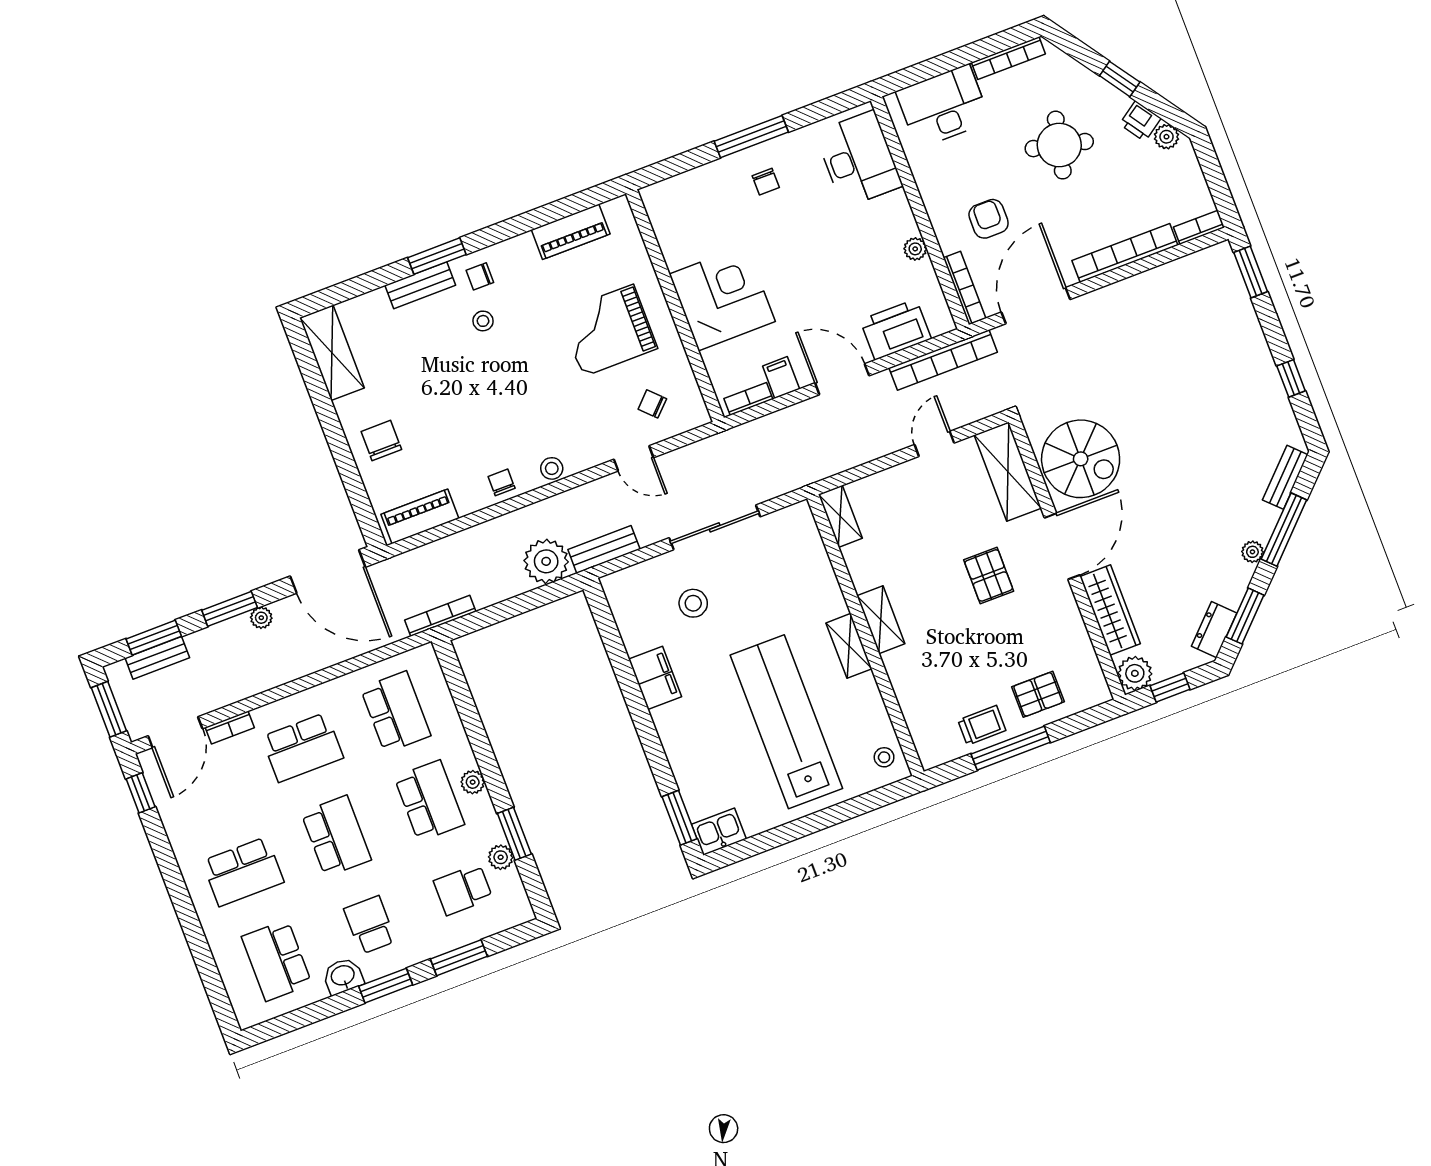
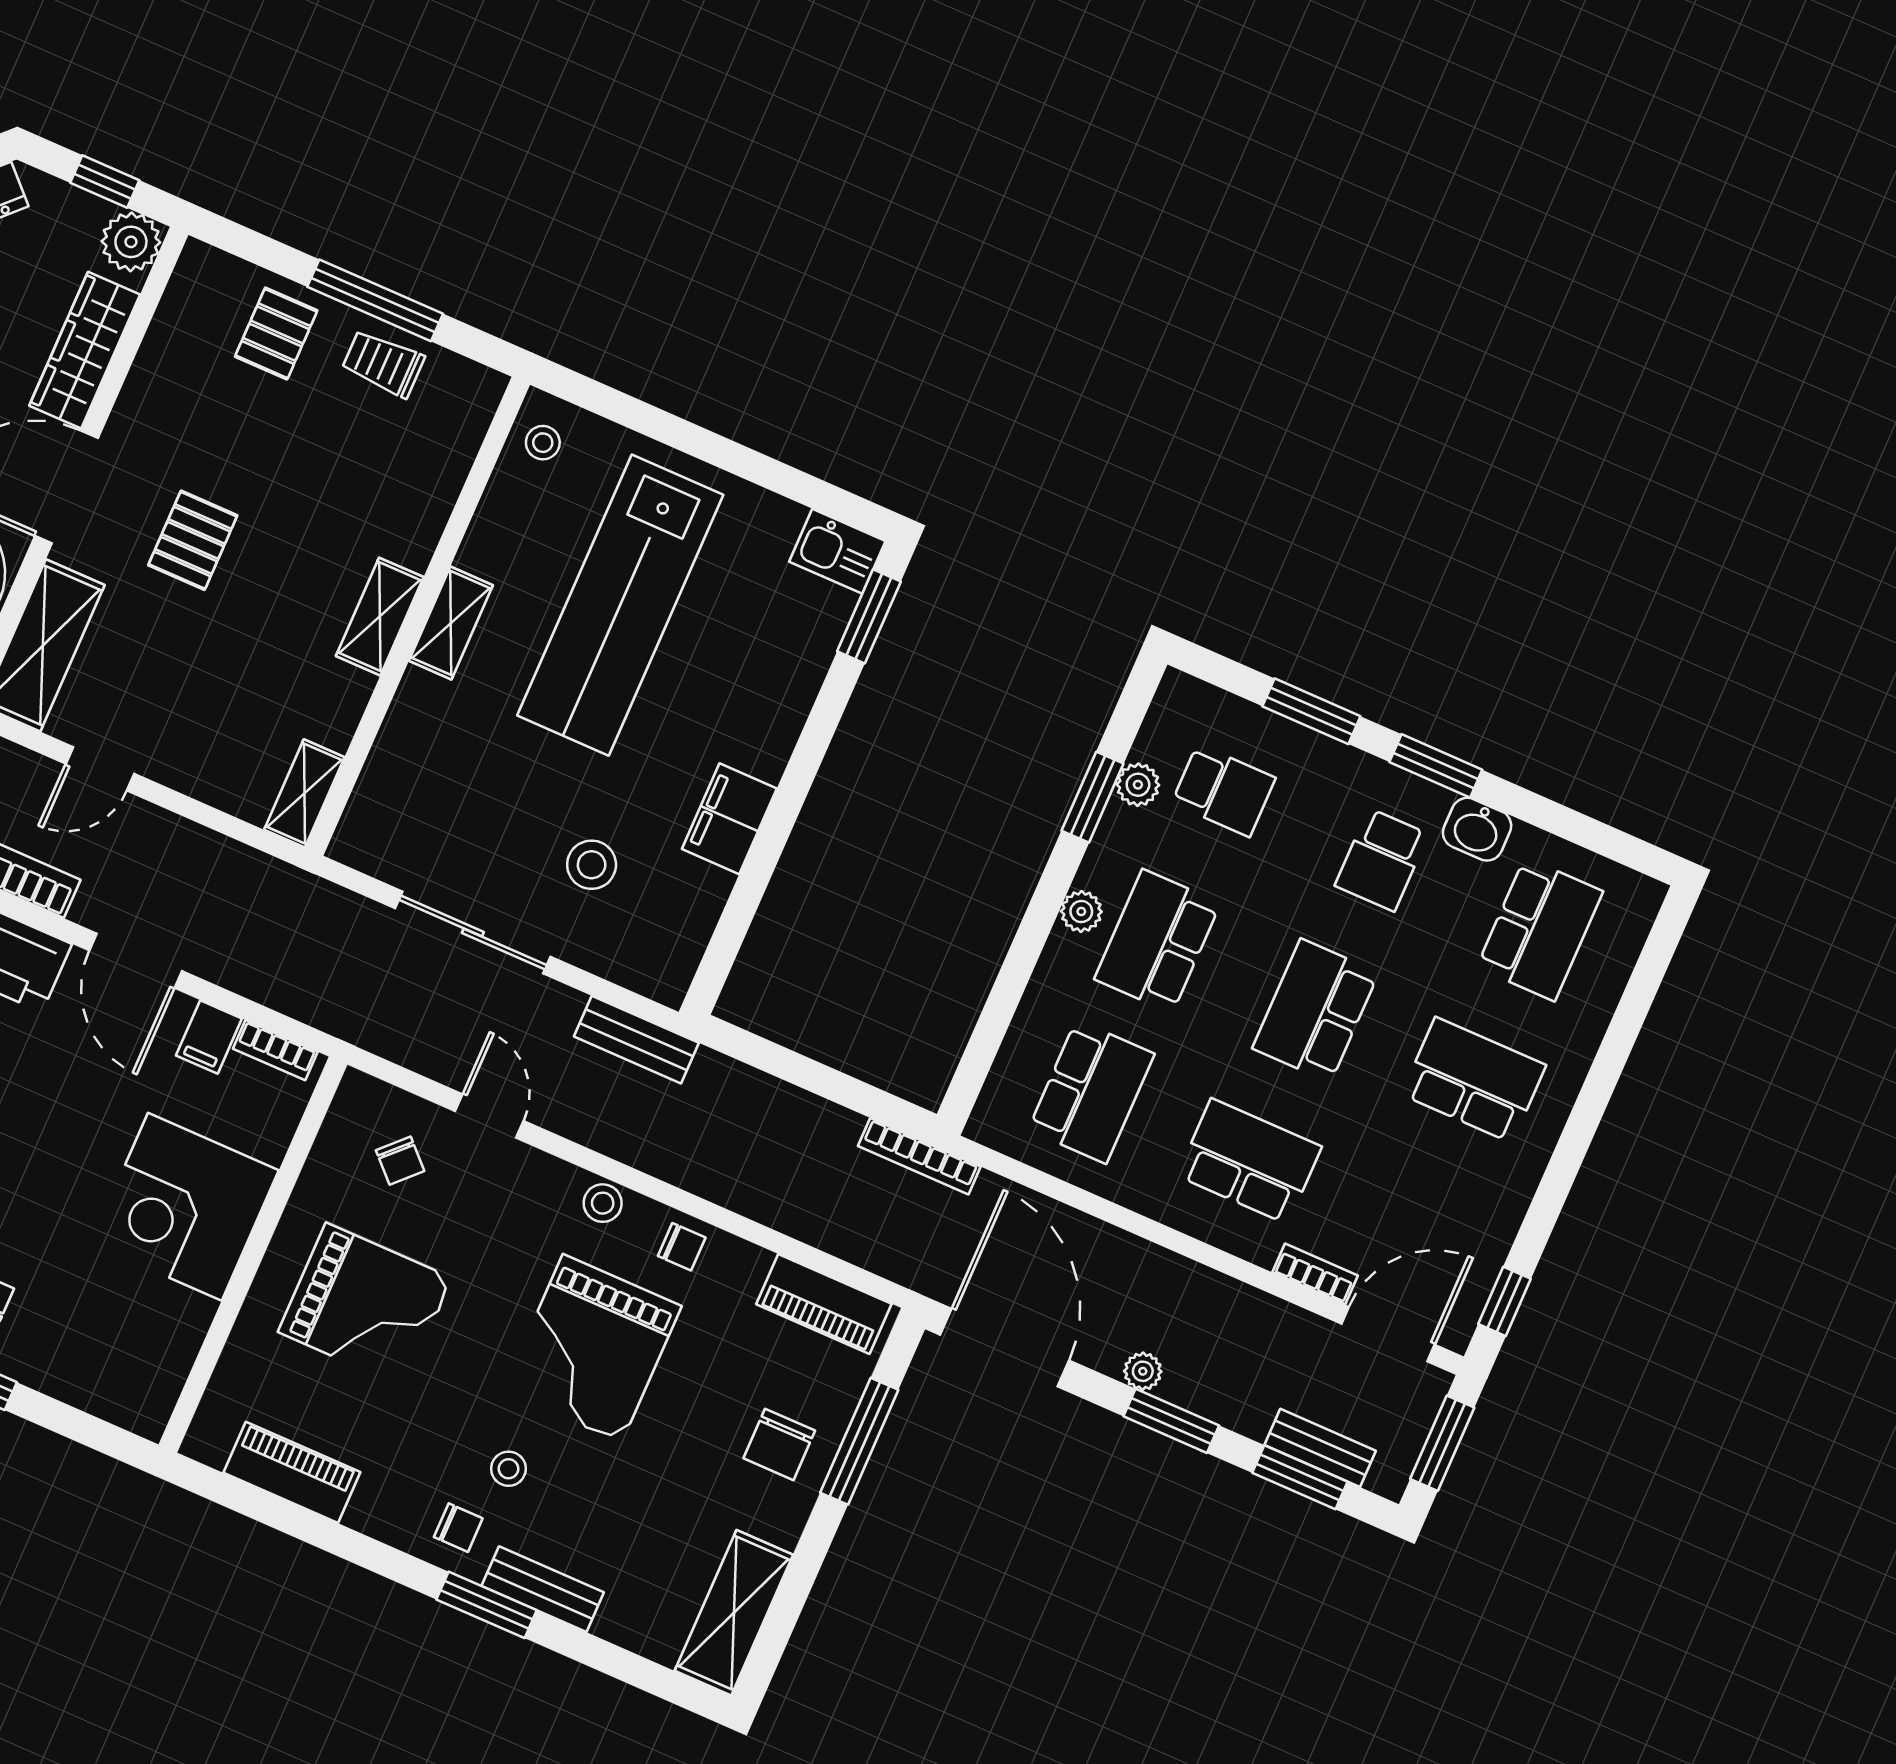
grand piano: (497, 404) -> (592, 1348), added
window: (350, 474) -> (859, 1441), added
chair: (502, 482) -> (682, 1247), turned -90
plant: (546, 561) -> (722, 1095), removed
pallet: (1038, 694) -> (276, 334), turned 90
school desk: (396, 712) -> (1091, 1092), turned 180

